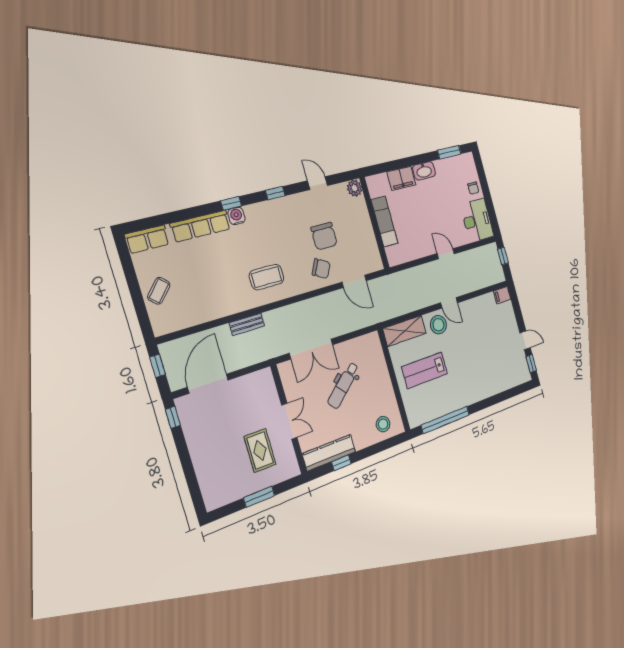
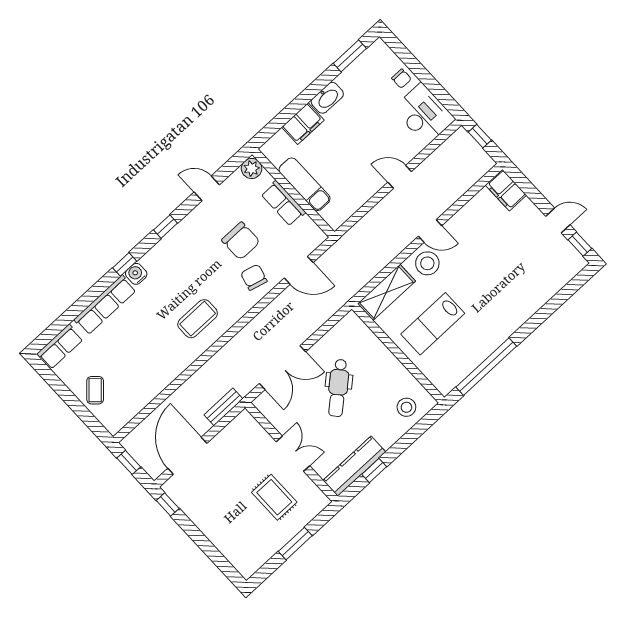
row of seats: (365, 226) -> (283, 203), added
chair: (321, 269) -> (254, 277), turned -103
filing cabinet: (502, 295) -> (506, 190), width x2.00
bench: (247, 324) -> (223, 407), moved

